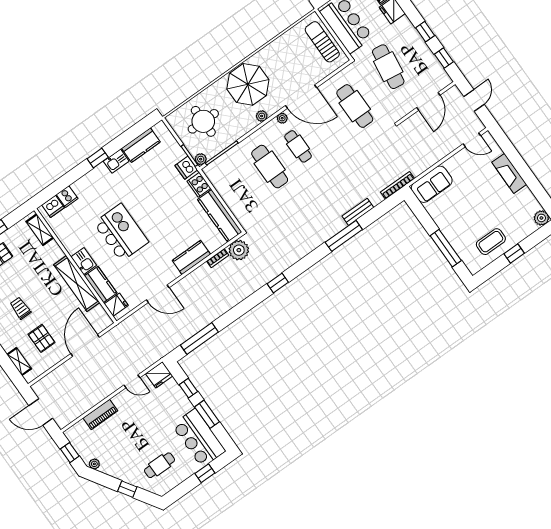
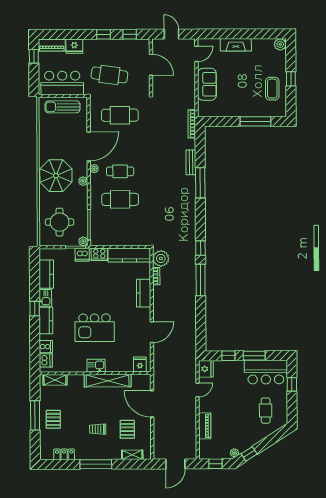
sofa: (432, 184) -> (207, 84), moved
kitchen island: (121, 232) -> (95, 328), turned 180
kitchen counter: (101, 284) -> (46, 321), moved, turned 90
pallet: (42, 338) -> (127, 429), turned 90
window: (199, 339) -> (201, 280), moved
window: (127, 489) -> (249, 454), moved

